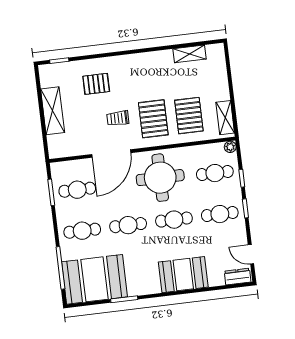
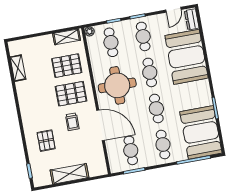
booth: (183, 275) -> (187, 57), width x1.36, depth x1.42

